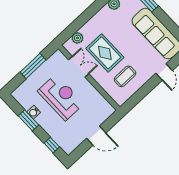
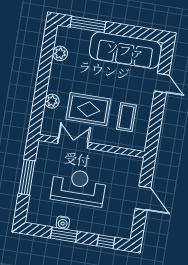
plant: (77, 38) -> (52, 101), moved
door: (96, 136) -> (143, 198), hinge flipped

